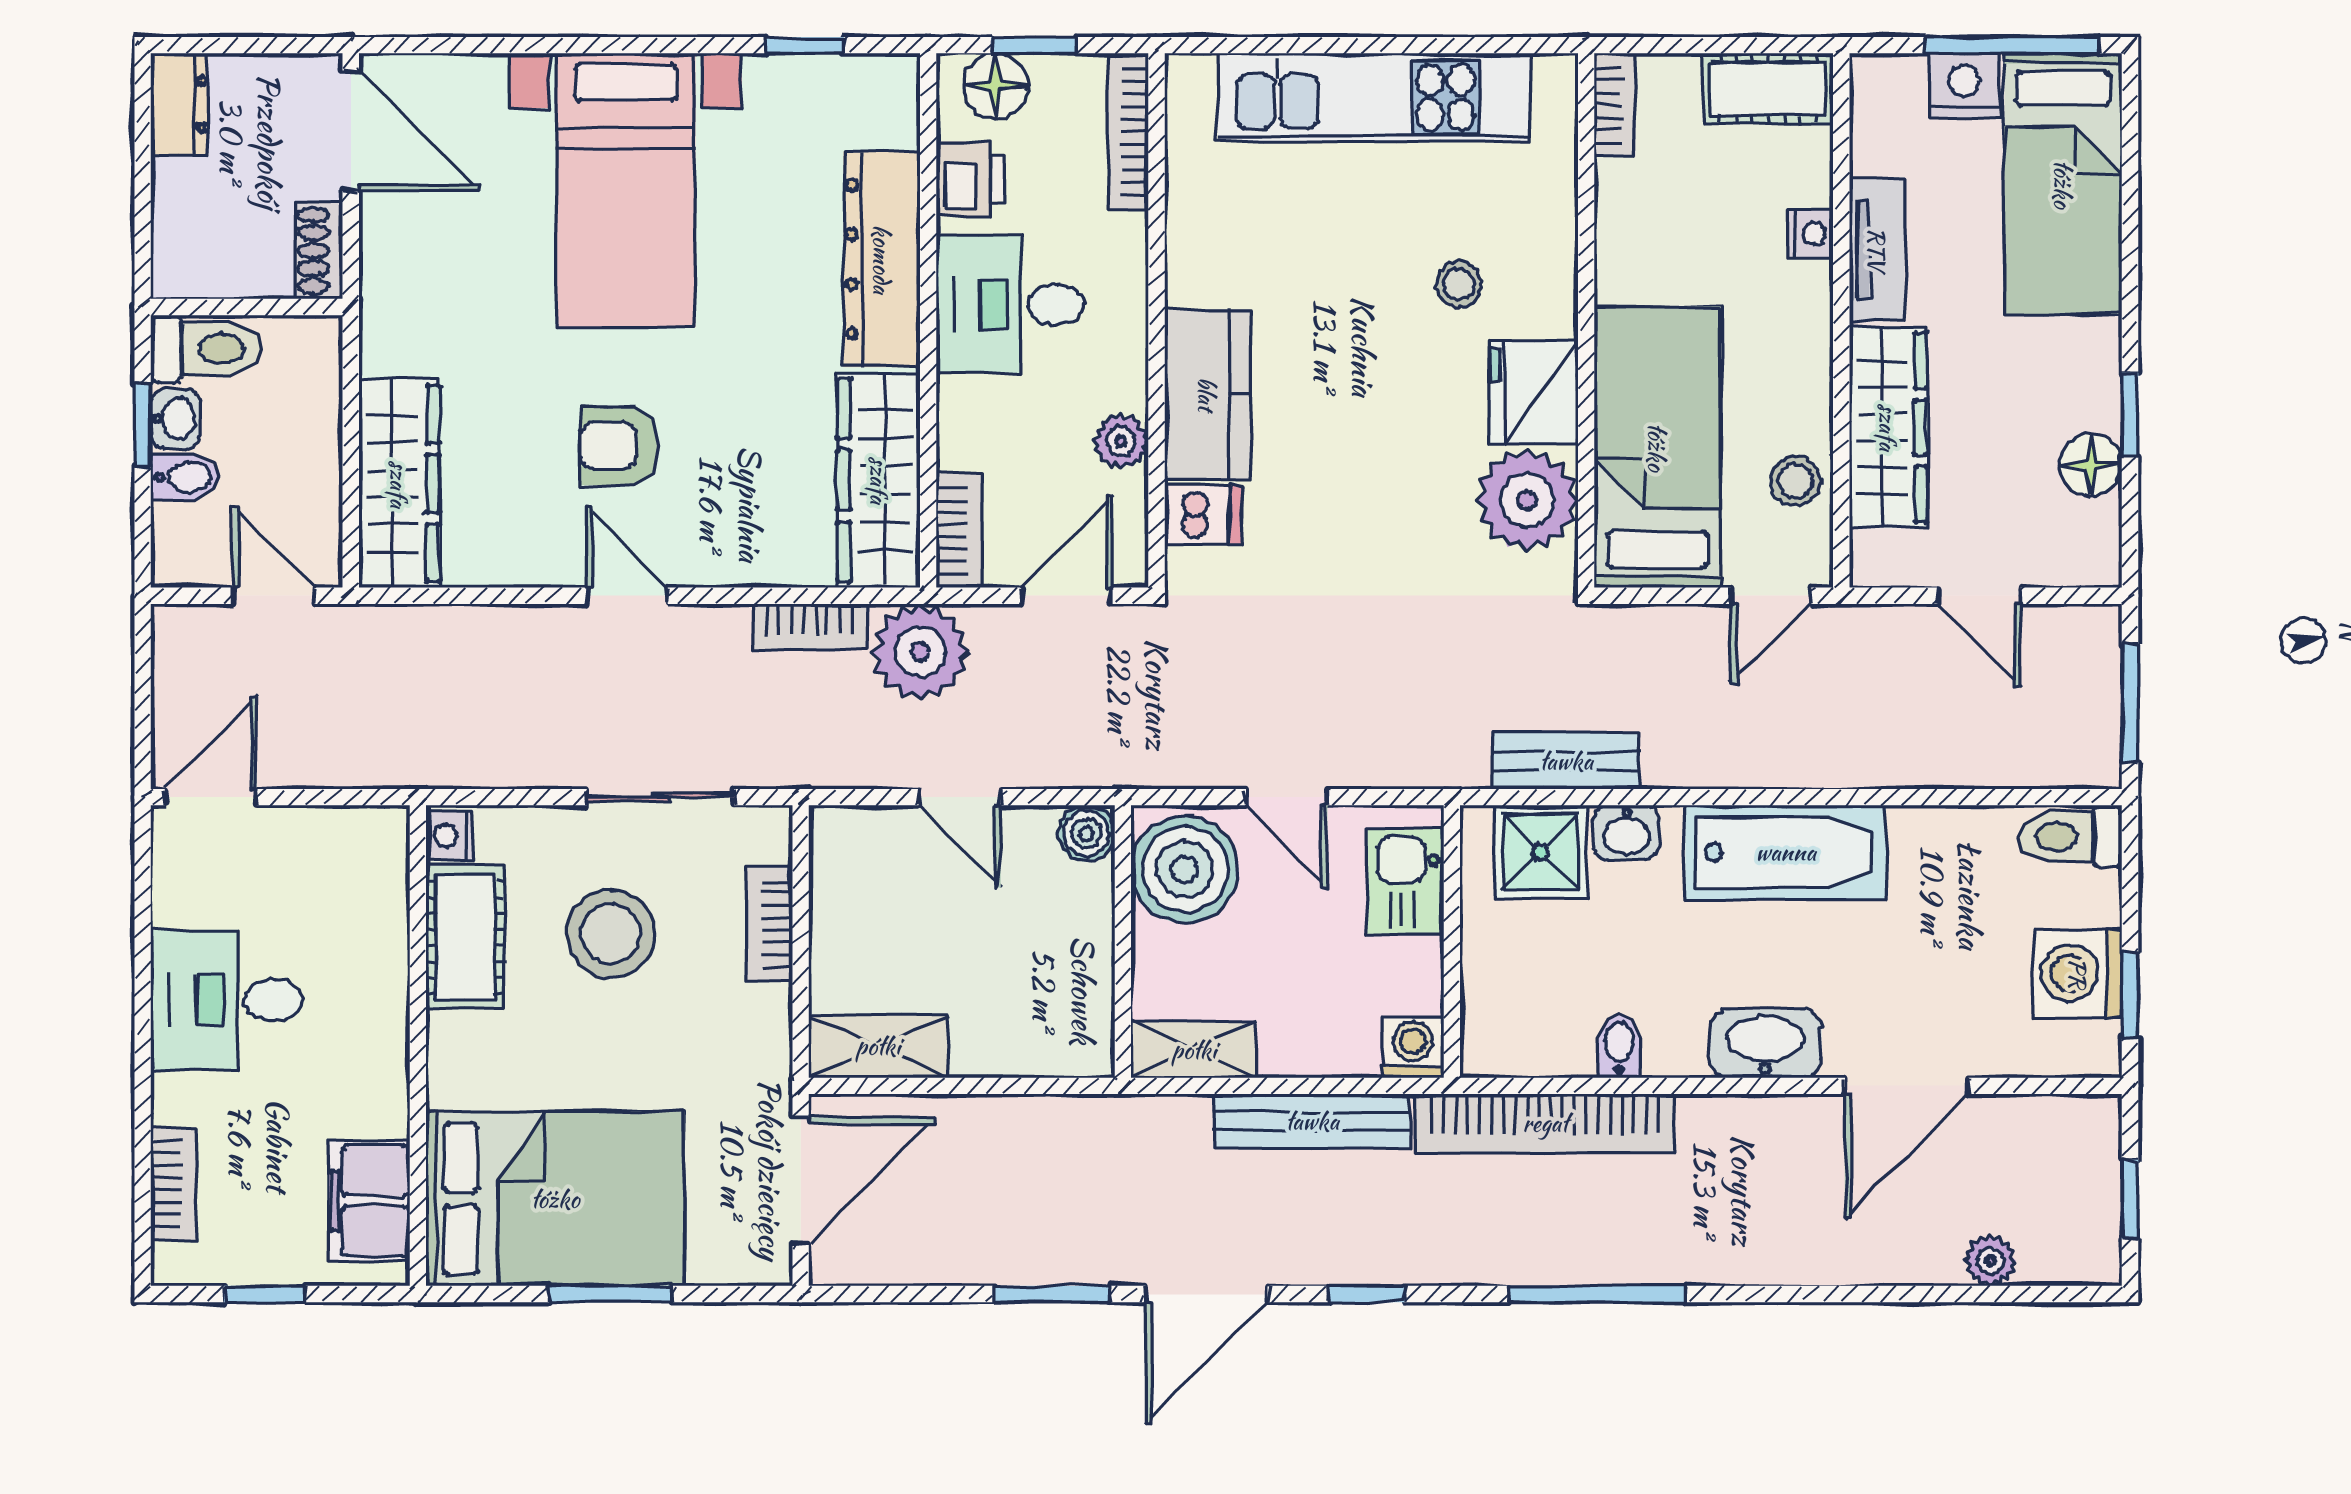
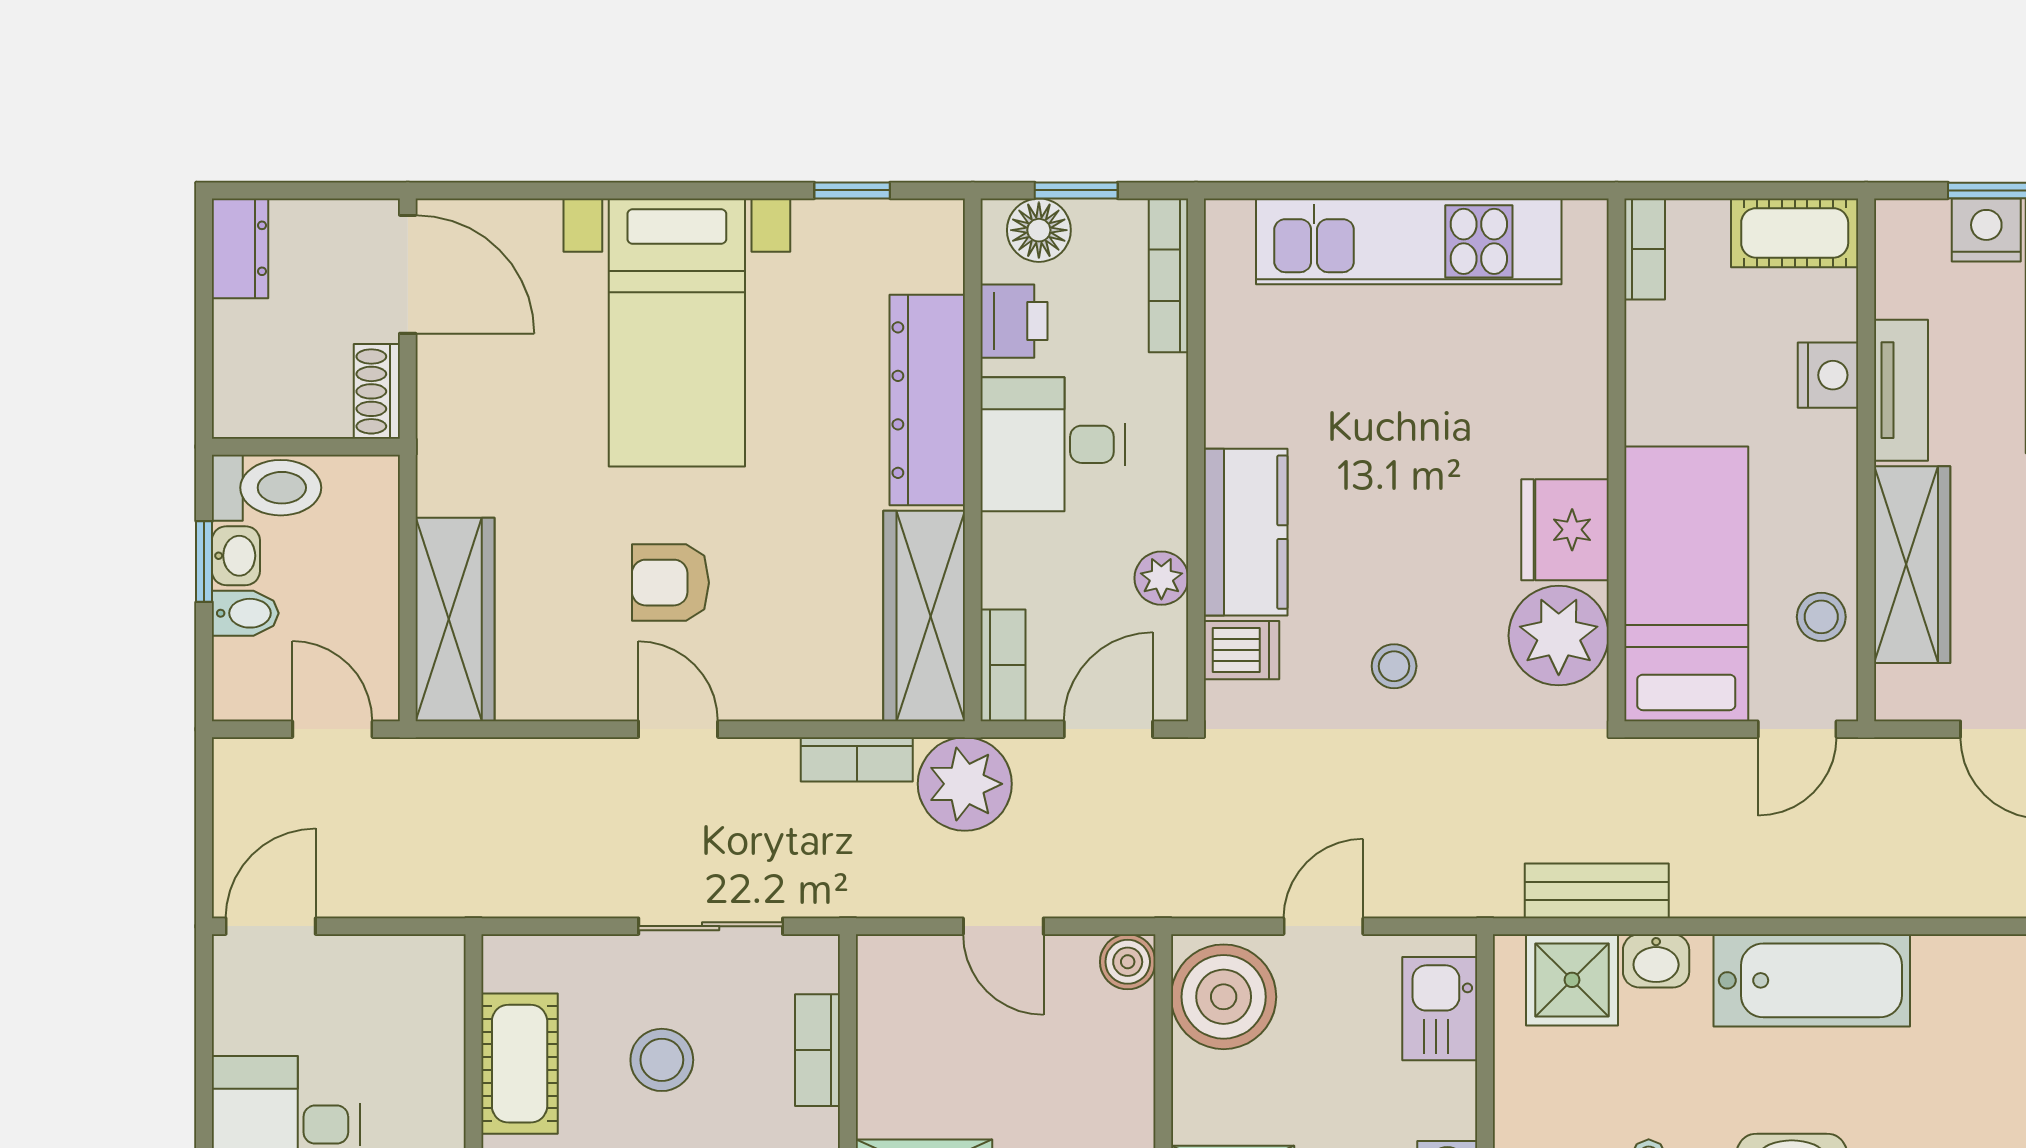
nightstand: (1810, 234) -> (1828, 375), width x1.39, depth x1.35
stool: (1459, 284) -> (1394, 666), moved
door: (1287, 797) -> (1323, 926), swing flipped
nightstand: (449, 836) -> (504, 964), removed
stool: (610, 934) -> (662, 1060), width x0.73, depth x0.73

